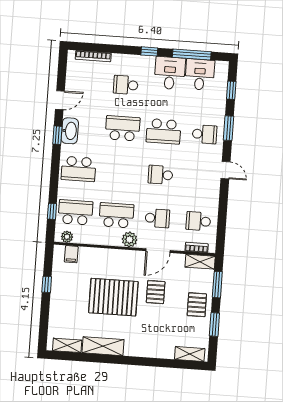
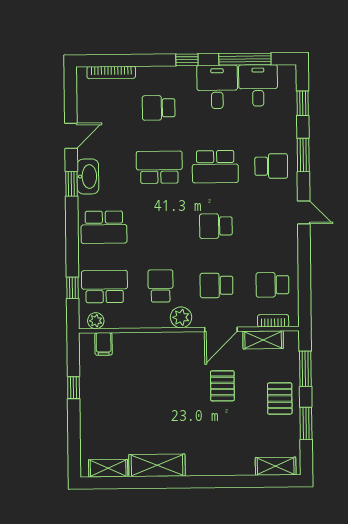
school desk: (116, 215) -> (161, 286), width x0.54
school desk: (157, 218) -> (216, 285), turned 180
shelving: (200, 262) -> (263, 340), moved
pallet: (113, 297) -> (166, 398), removed

